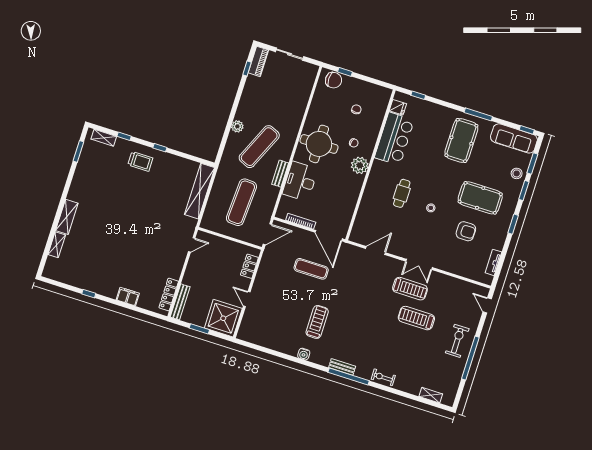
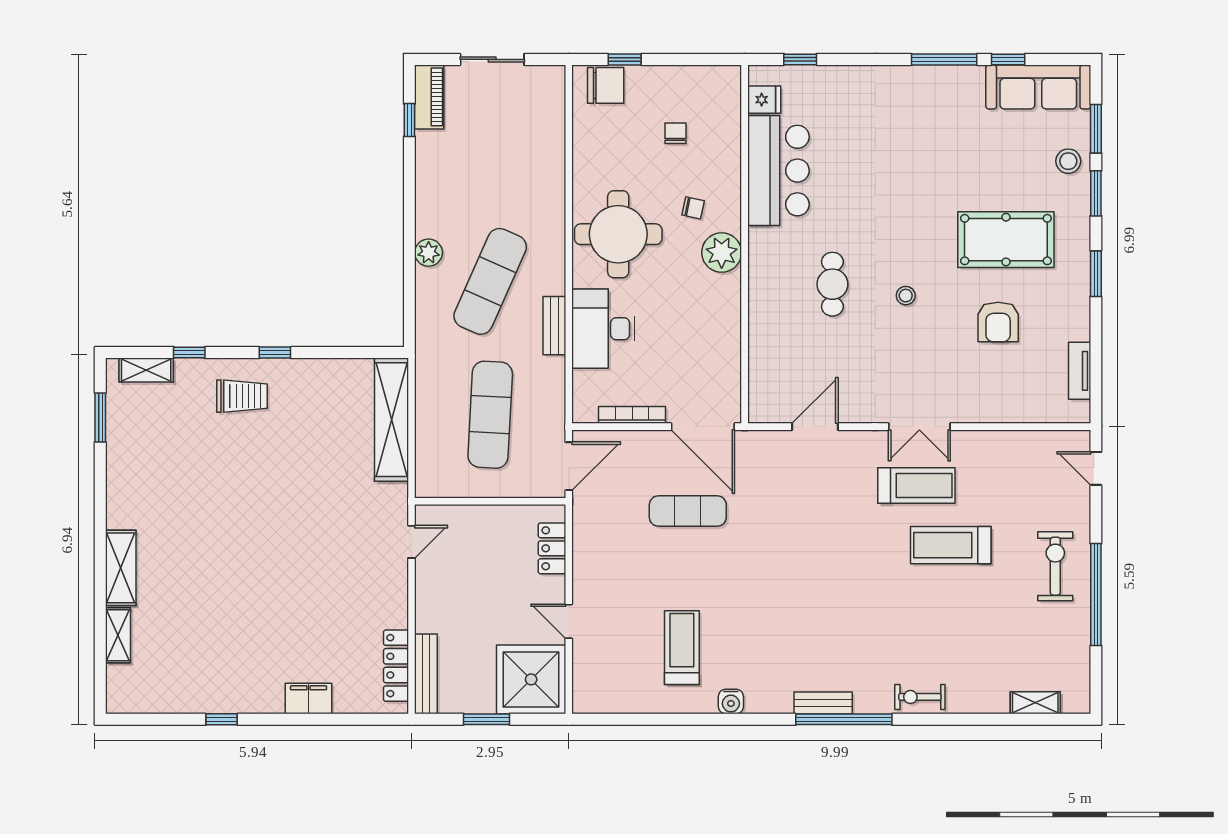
window: (527, 130) -> (1008, 59), moved
pool table: (461, 140) -> (925, 128), removed
armchair: (466, 231) -> (998, 322), turned 90
treadmill: (317, 322) -> (682, 648), moved

